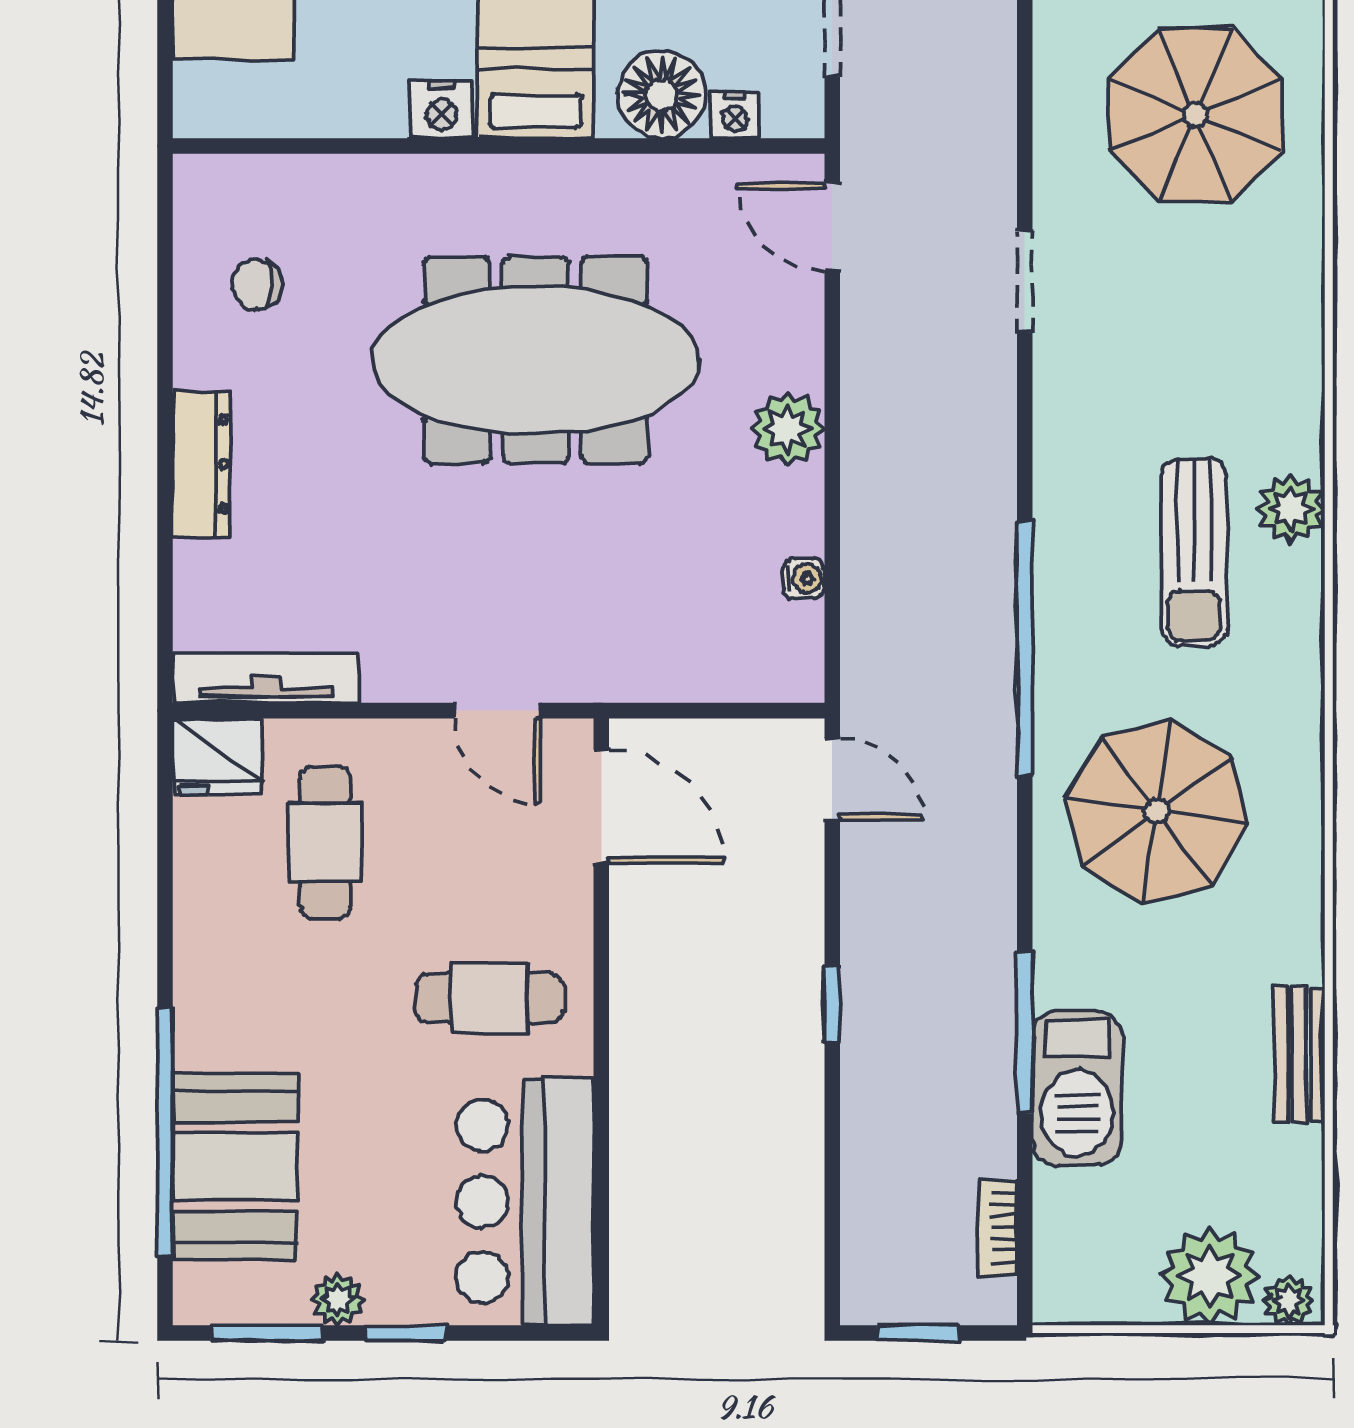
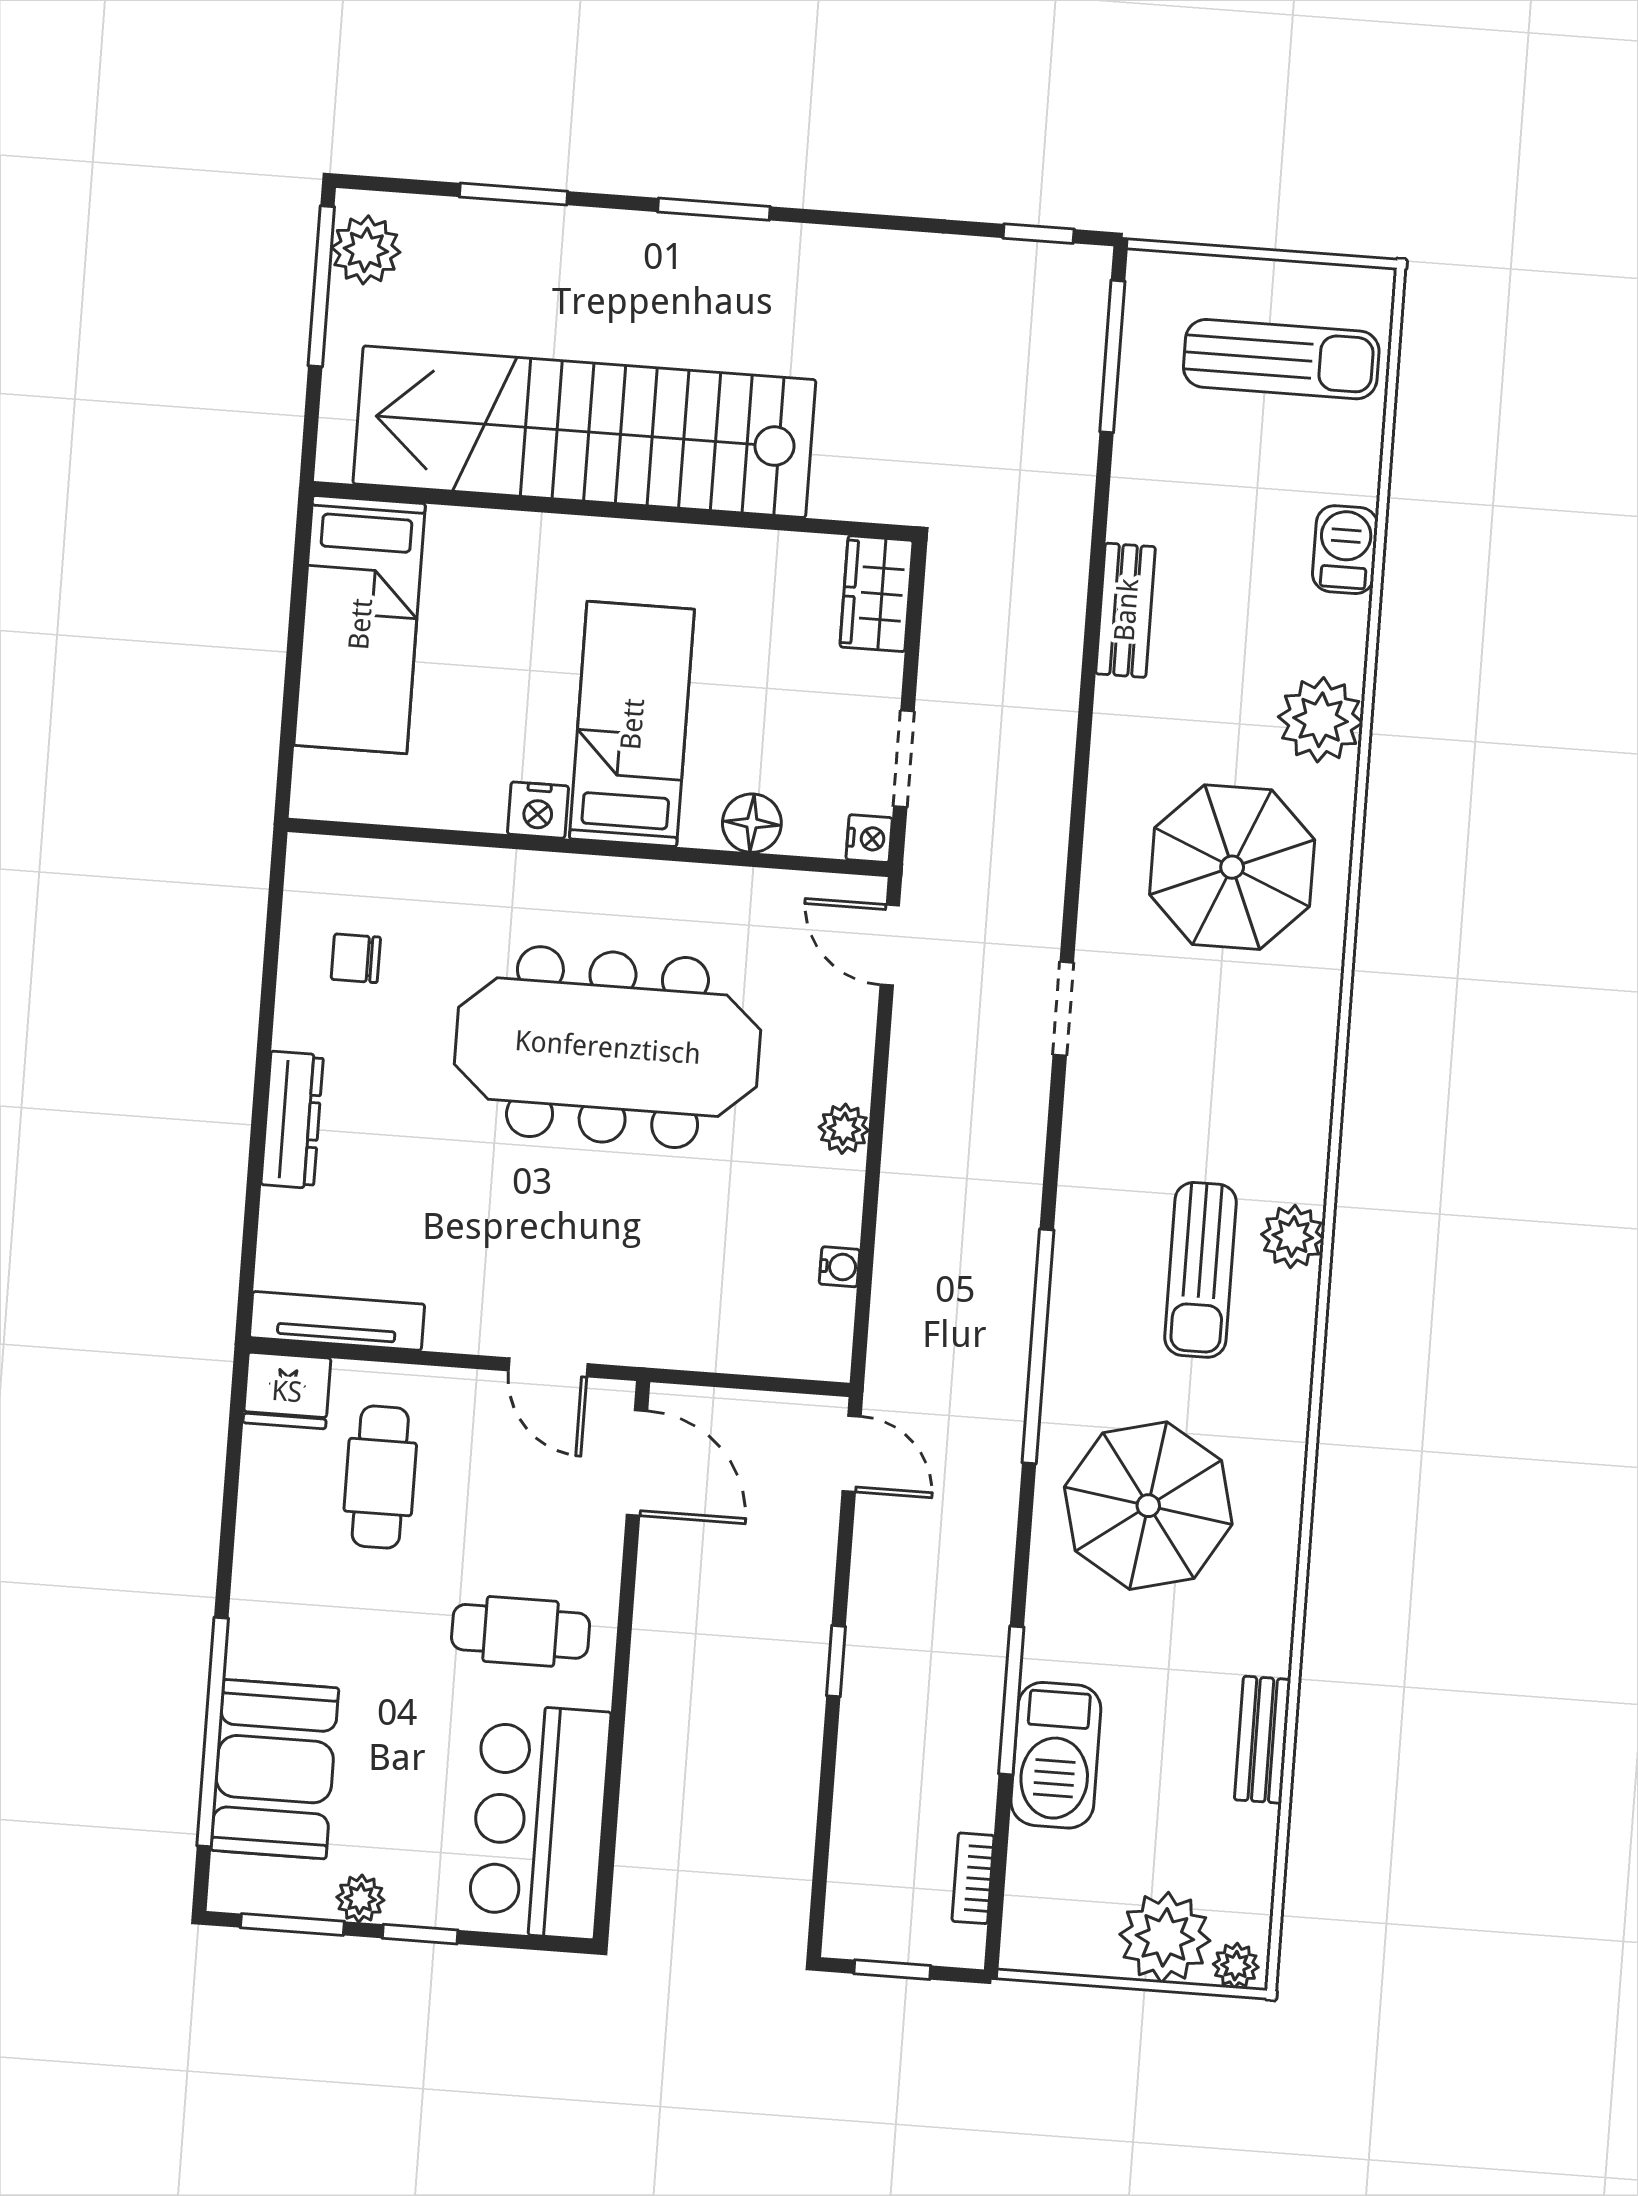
floor lamp: (662, 95) -> (752, 823), width x0.73, depth x0.73
nightstand: (735, 115) -> (869, 839), moved, turned -90
plant: (787, 429) -> (844, 1129), width x0.73, depth x0.73

